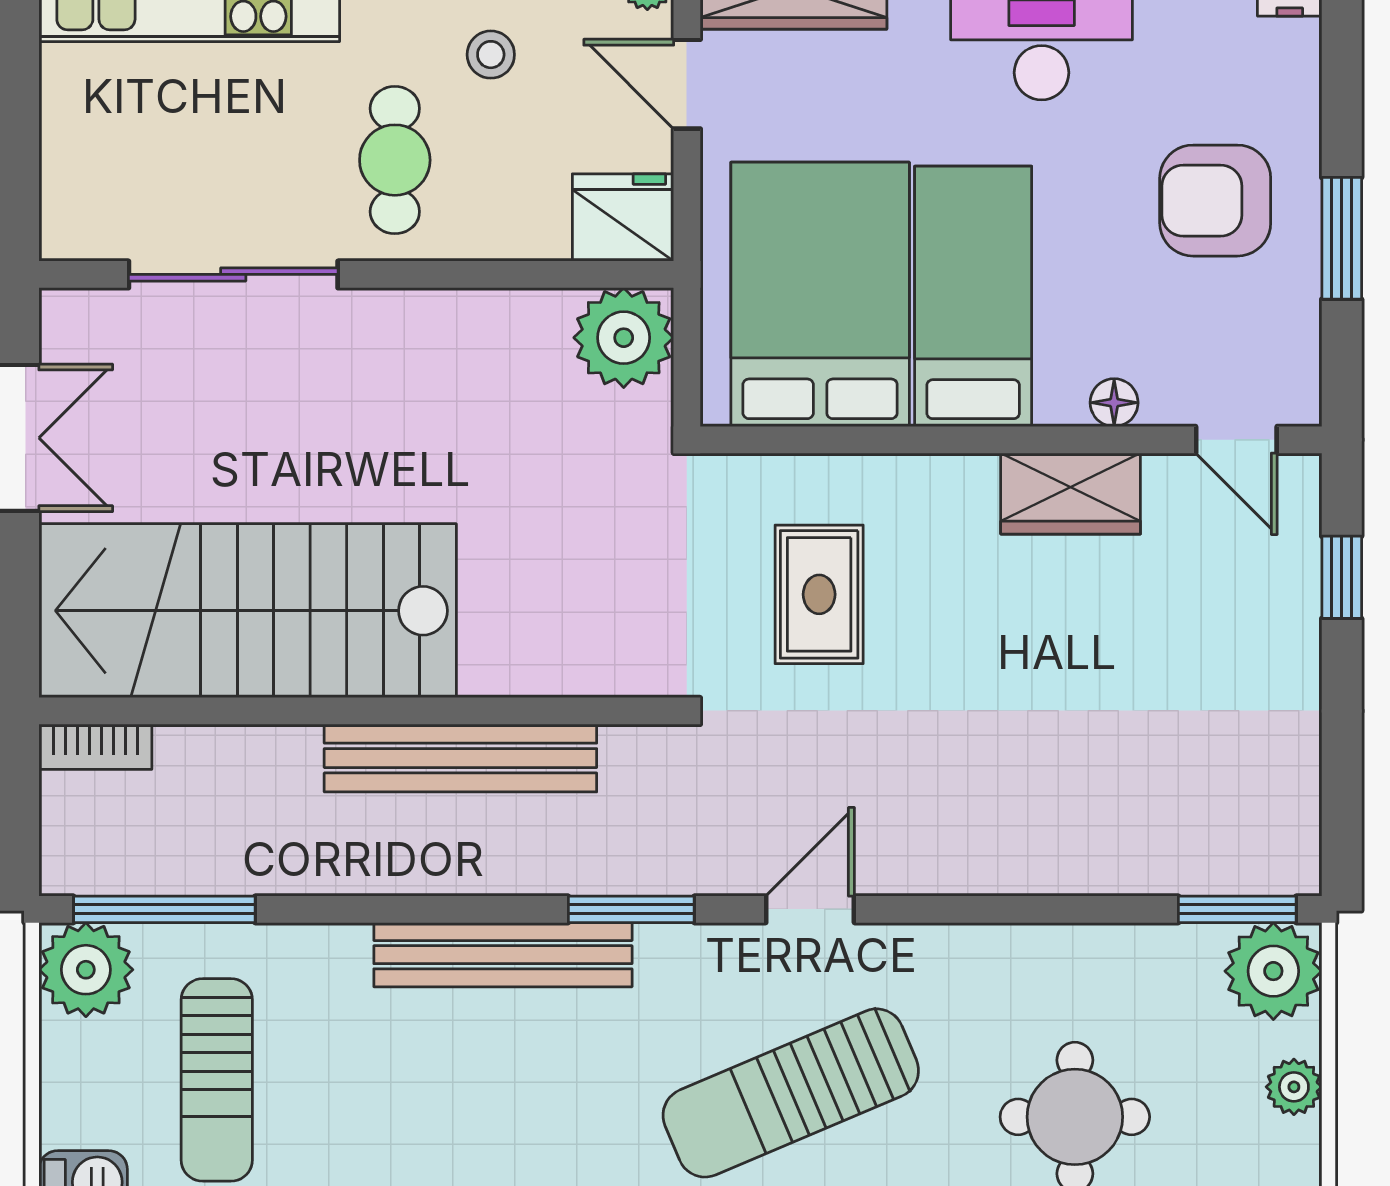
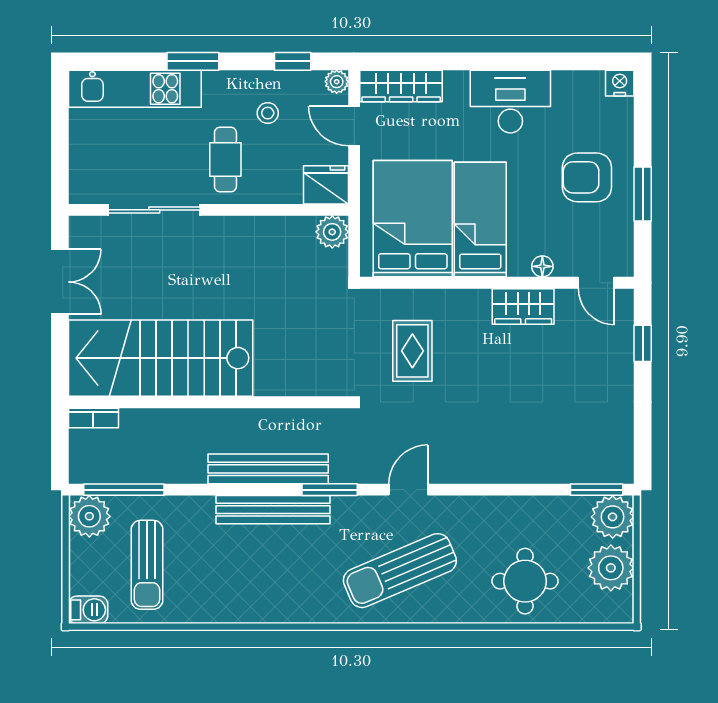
plant: (624, 338) -> (332, 232), width x0.73, depth x0.73
bench: (460, 758) -> (268, 469), moved
plant: (1294, 1087) -> (611, 568), width x1.88, depth x1.88

